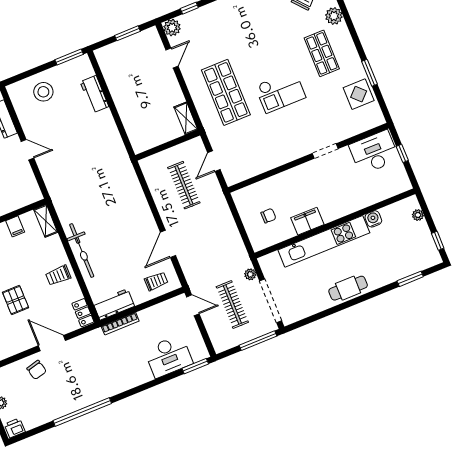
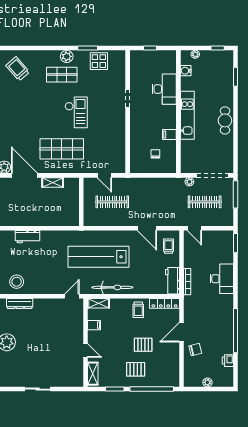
plant: (334, 16) -> (67, 56), moved
door: (172, 58) -> (24, 175), width x1.88
stool: (43, 92) -> (17, 282), moved
shelving: (186, 118) -> (53, 182), moved
door: (27, 150) -> (72, 296), moved
desk: (374, 152) -> (164, 89), moved, turned 180
lab bench: (106, 196) -> (99, 257), added
water cooler: (373, 219) -> (186, 71), moved
filing cabinet: (307, 221) -> (169, 135), width x0.50
kitchen unit: (324, 241) -> (187, 115), width x0.73
bicycle: (82, 251) -> (112, 287), moved
door: (193, 305) -> (194, 228), swing flipped
locker: (83, 313) -> (165, 303), width x1.53
desk: (168, 356) -> (222, 279), moved
printer: (15, 428) -> (228, 361), moved

